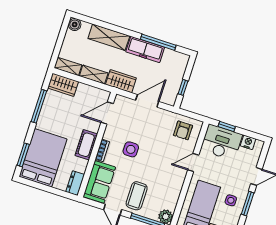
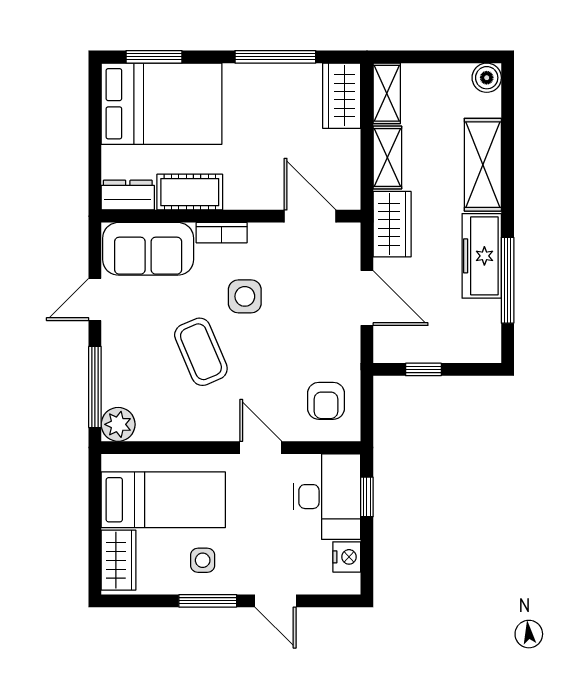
armchair: (183, 130) -> (326, 401), turned -90
cot: (86, 145) -> (190, 192), moved
coffee table: (137, 196) -> (201, 352), moved, turned 67

